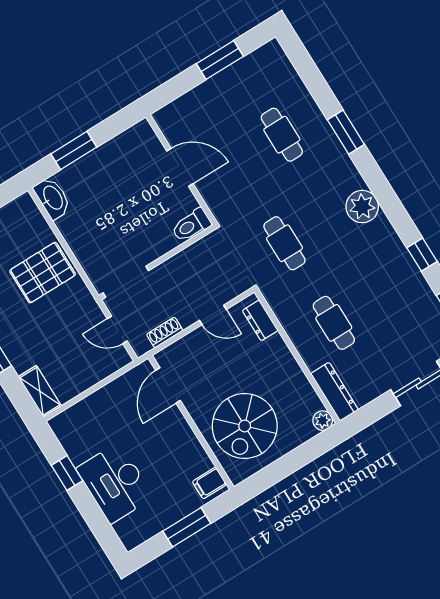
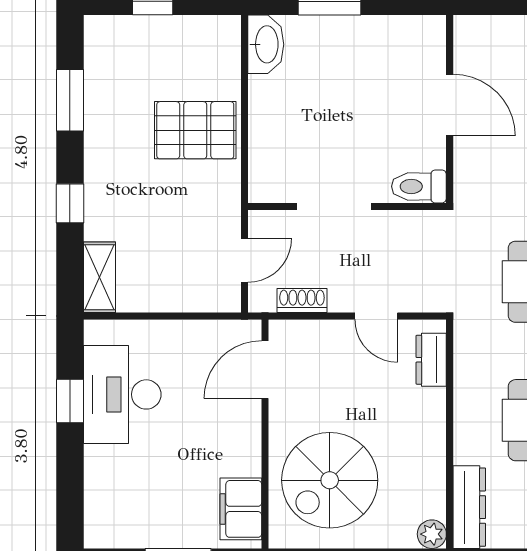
doorway: (126, 282) -> (334, 207), moved
door: (117, 330) -> (244, 260), swing flipped
desk: (115, 483) -> (122, 394), moved
filing cabinet: (209, 483) -> (241, 509), width x2.00

